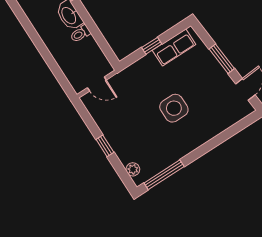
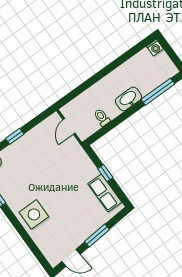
toilet: (80, 34) -> (102, 117), moved
side table: (174, 108) -> (34, 214), moved

